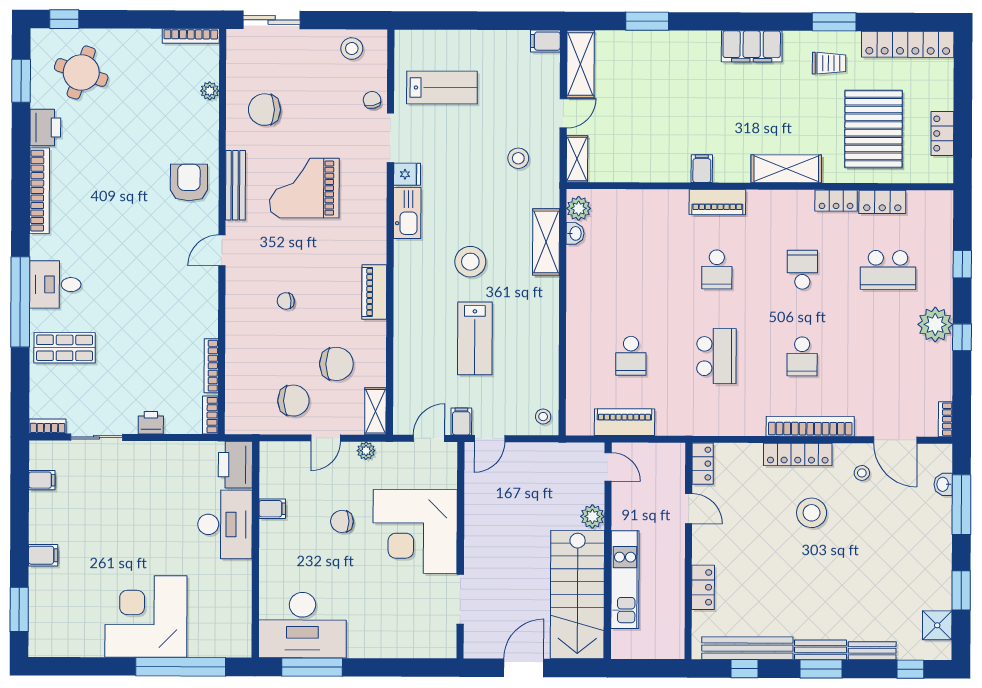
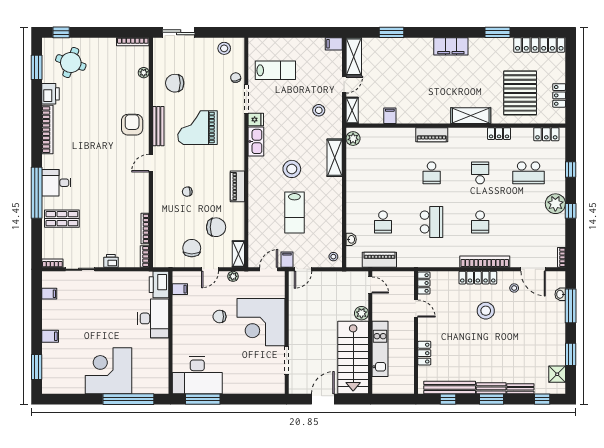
trolley: (829, 63) -> (495, 56), removed
filing cabinet: (702, 169) -> (390, 116), moved
locker: (882, 202) -> (546, 134), moved
washbasin: (575, 233) -> (351, 239), moved
chair: (293, 401) -> (192, 248), turned -90
filing cabinet: (272, 509) -> (180, 289), moved

